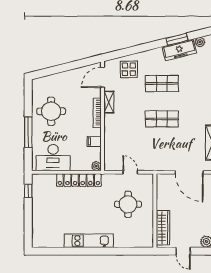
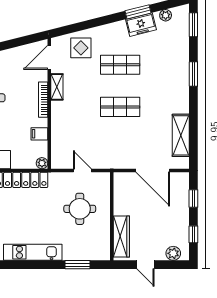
freezer: (179, 50) -> (141, 25), width x0.71
window: (126, 251) -> (78, 265), added

